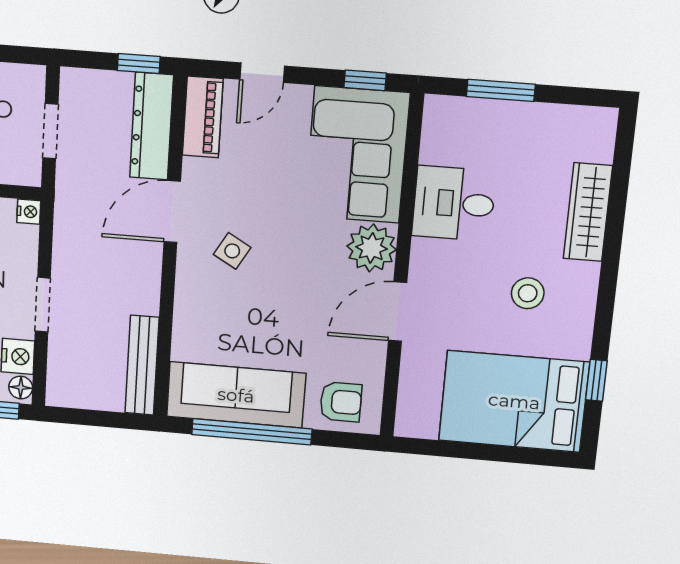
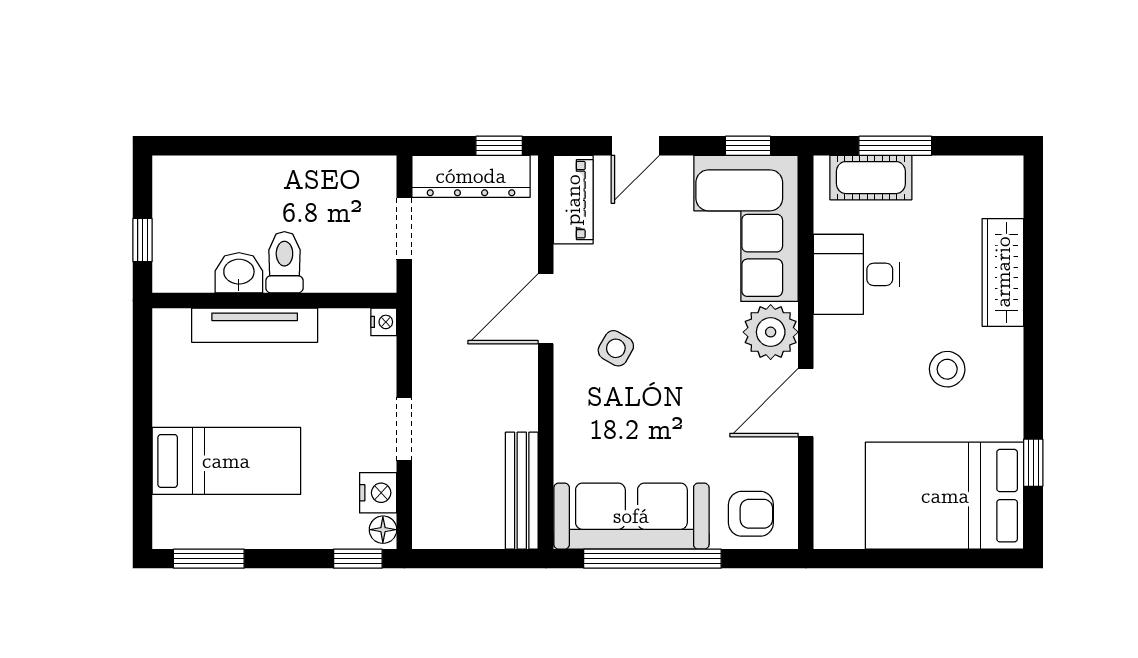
cot: (475, 118) -> (871, 178), added
dresser: (152, 126) -> (471, 176), moved, turned -90

